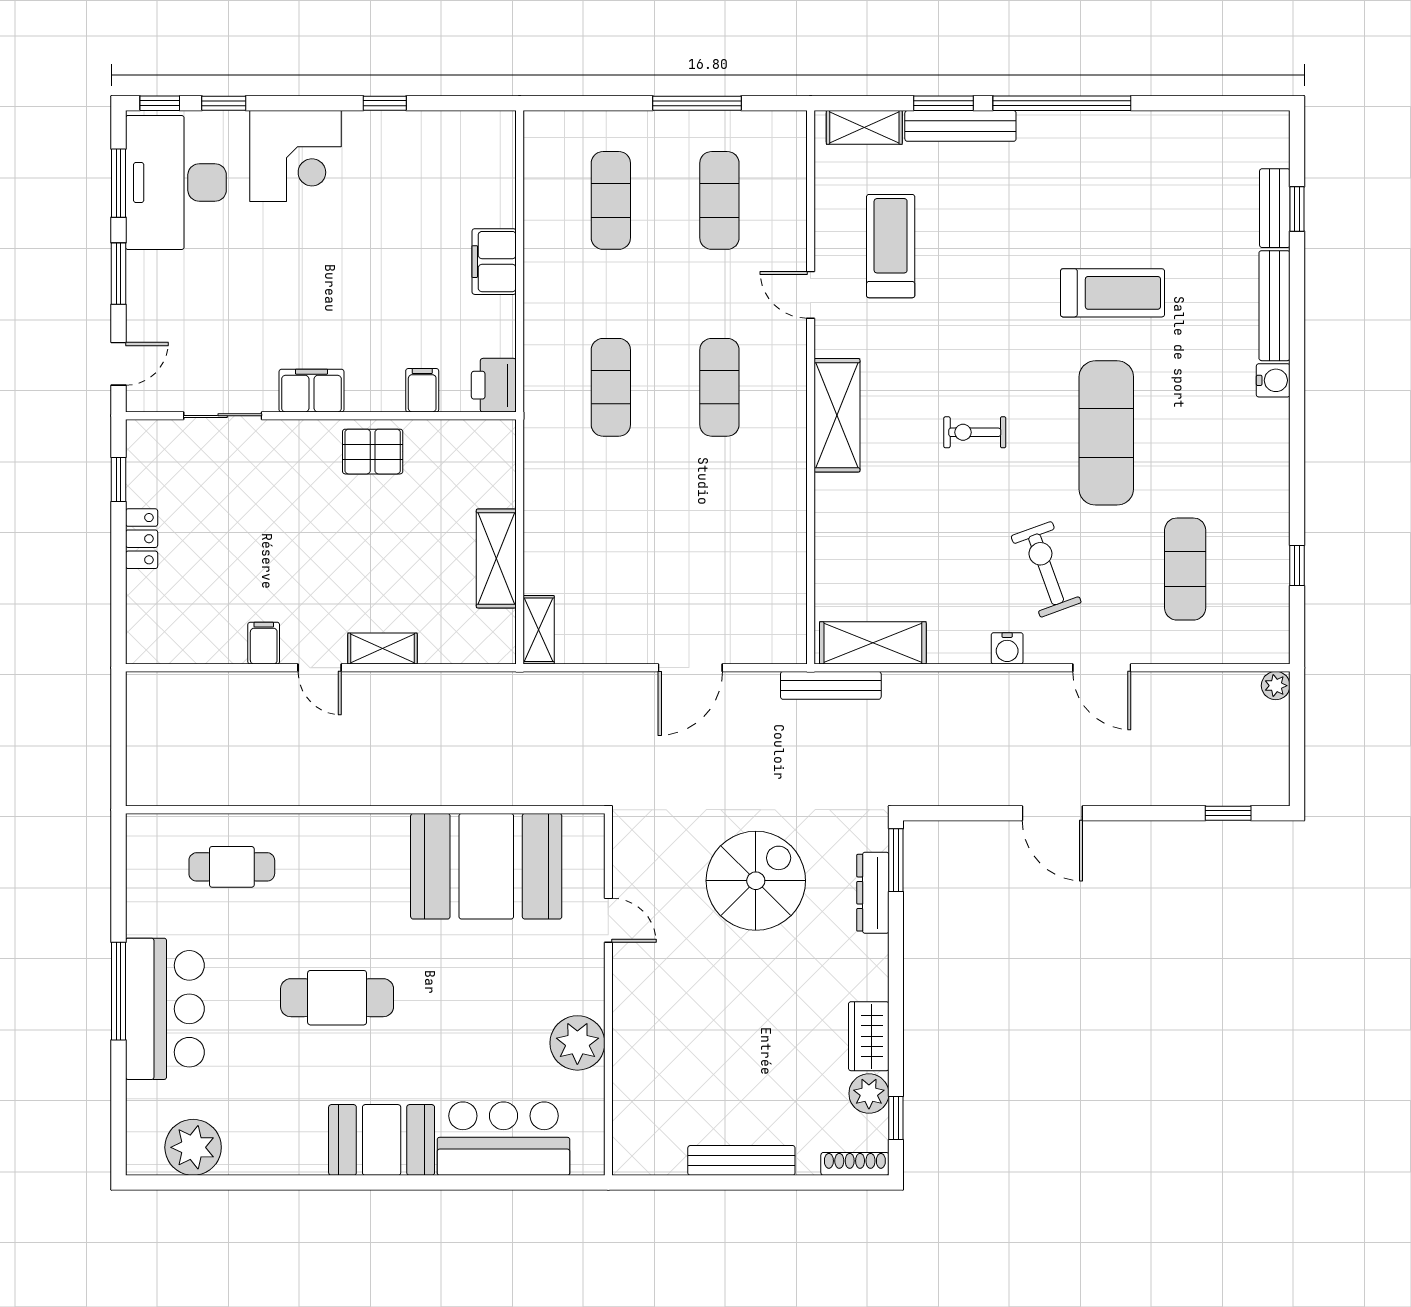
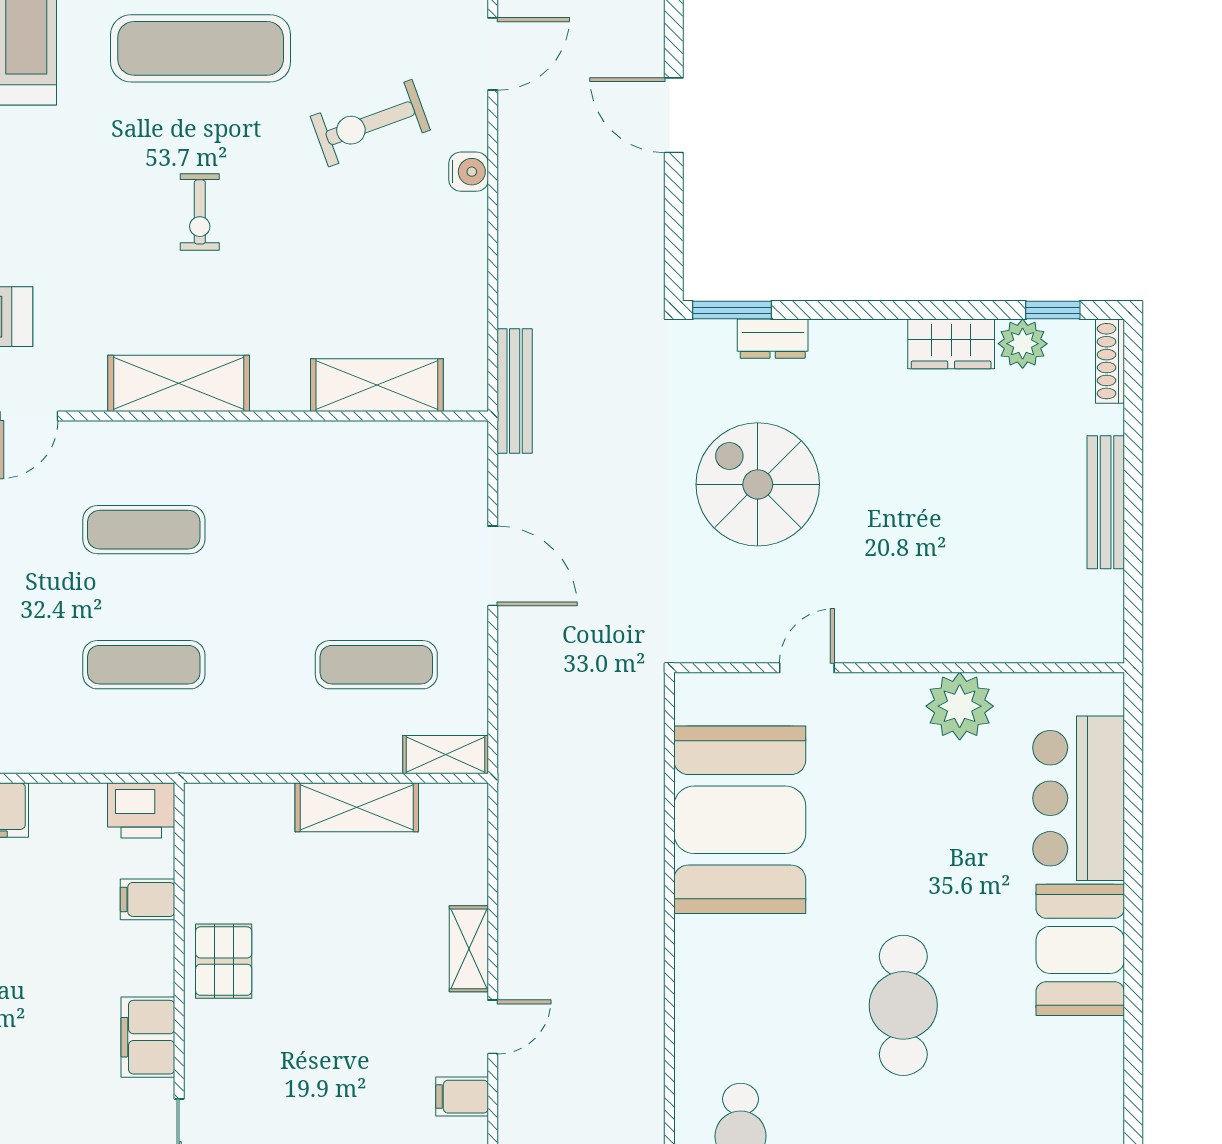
exercise mat: (611, 574) -> (376, 665), added
shelving: (873, 643) -> (377, 385), moved, turned 90
door: (1052, 813) -> (674, 115), swing flipped
dresser: (873, 893) -> (773, 339), width x0.70

